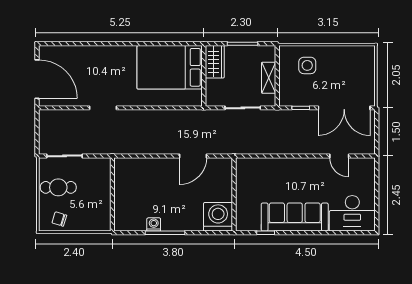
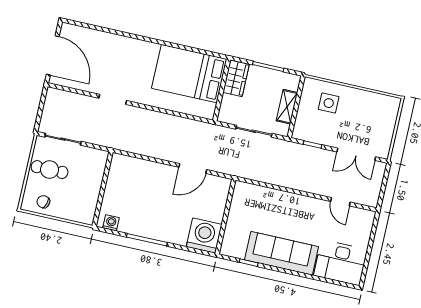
double door: (344, 108) -> (356, 154), width x0.73
washing machine: (154, 224) -> (111, 223), moved

